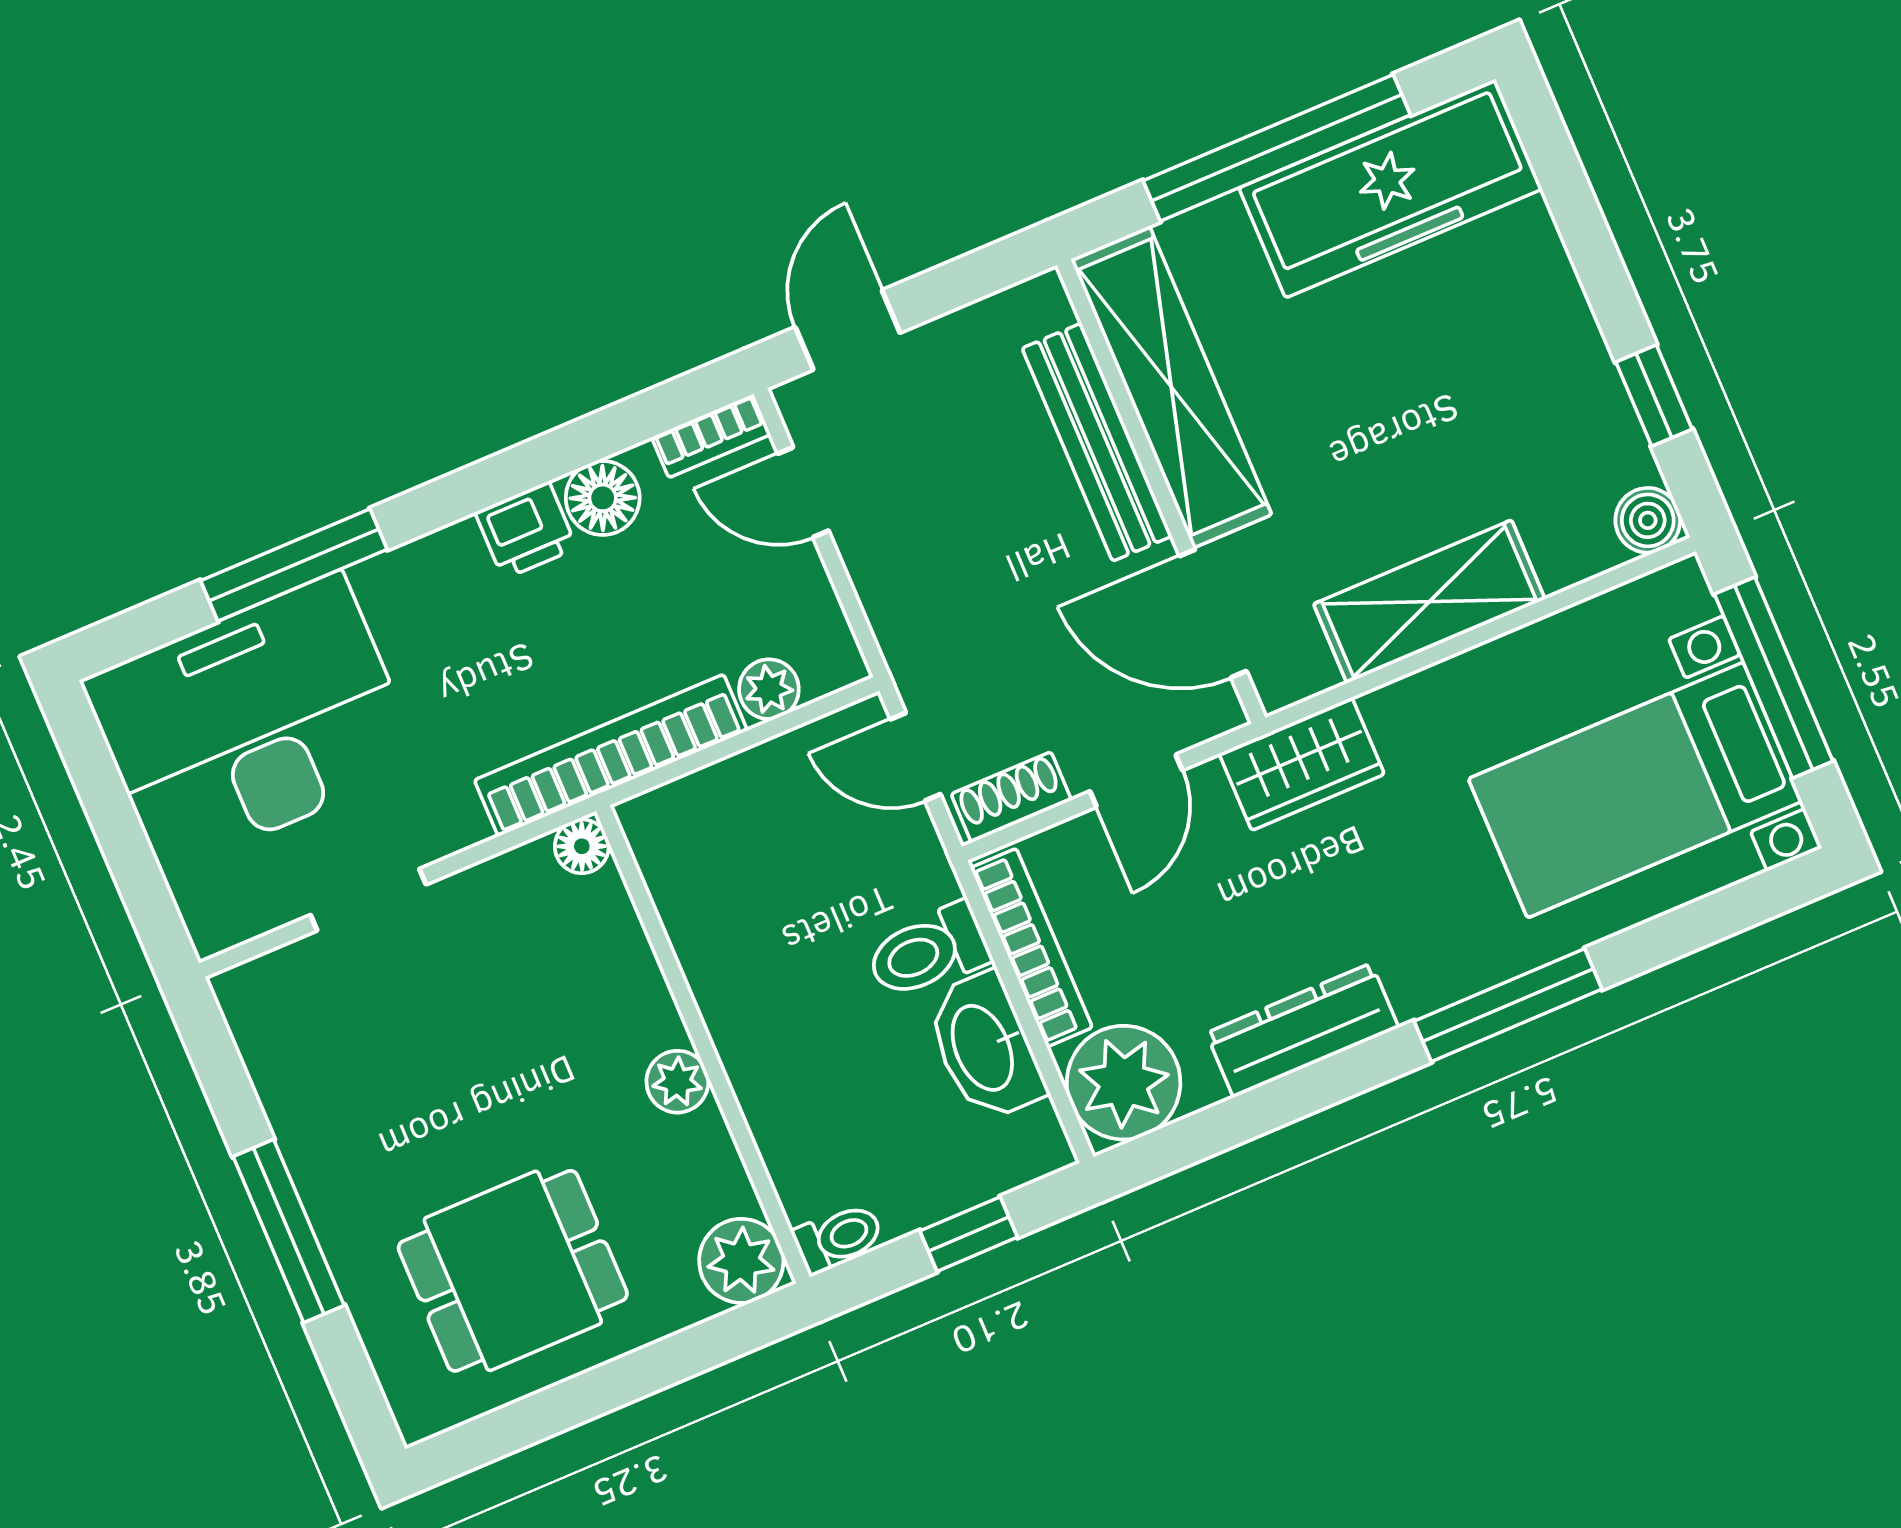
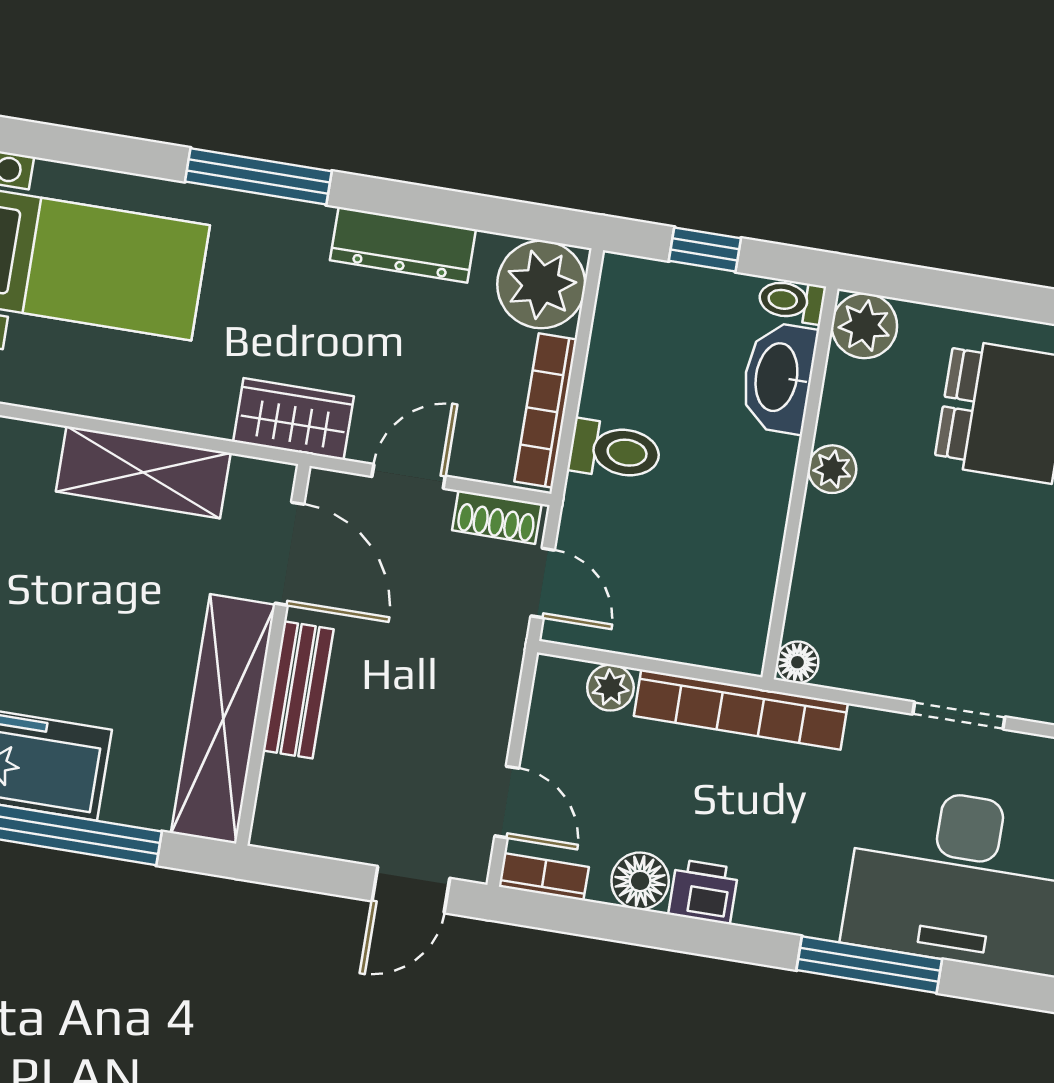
bench: (1097, 442) -> (298, 690), width x0.73
washbasin: (985, 1047) -> (778, 377), moved, turned 180

